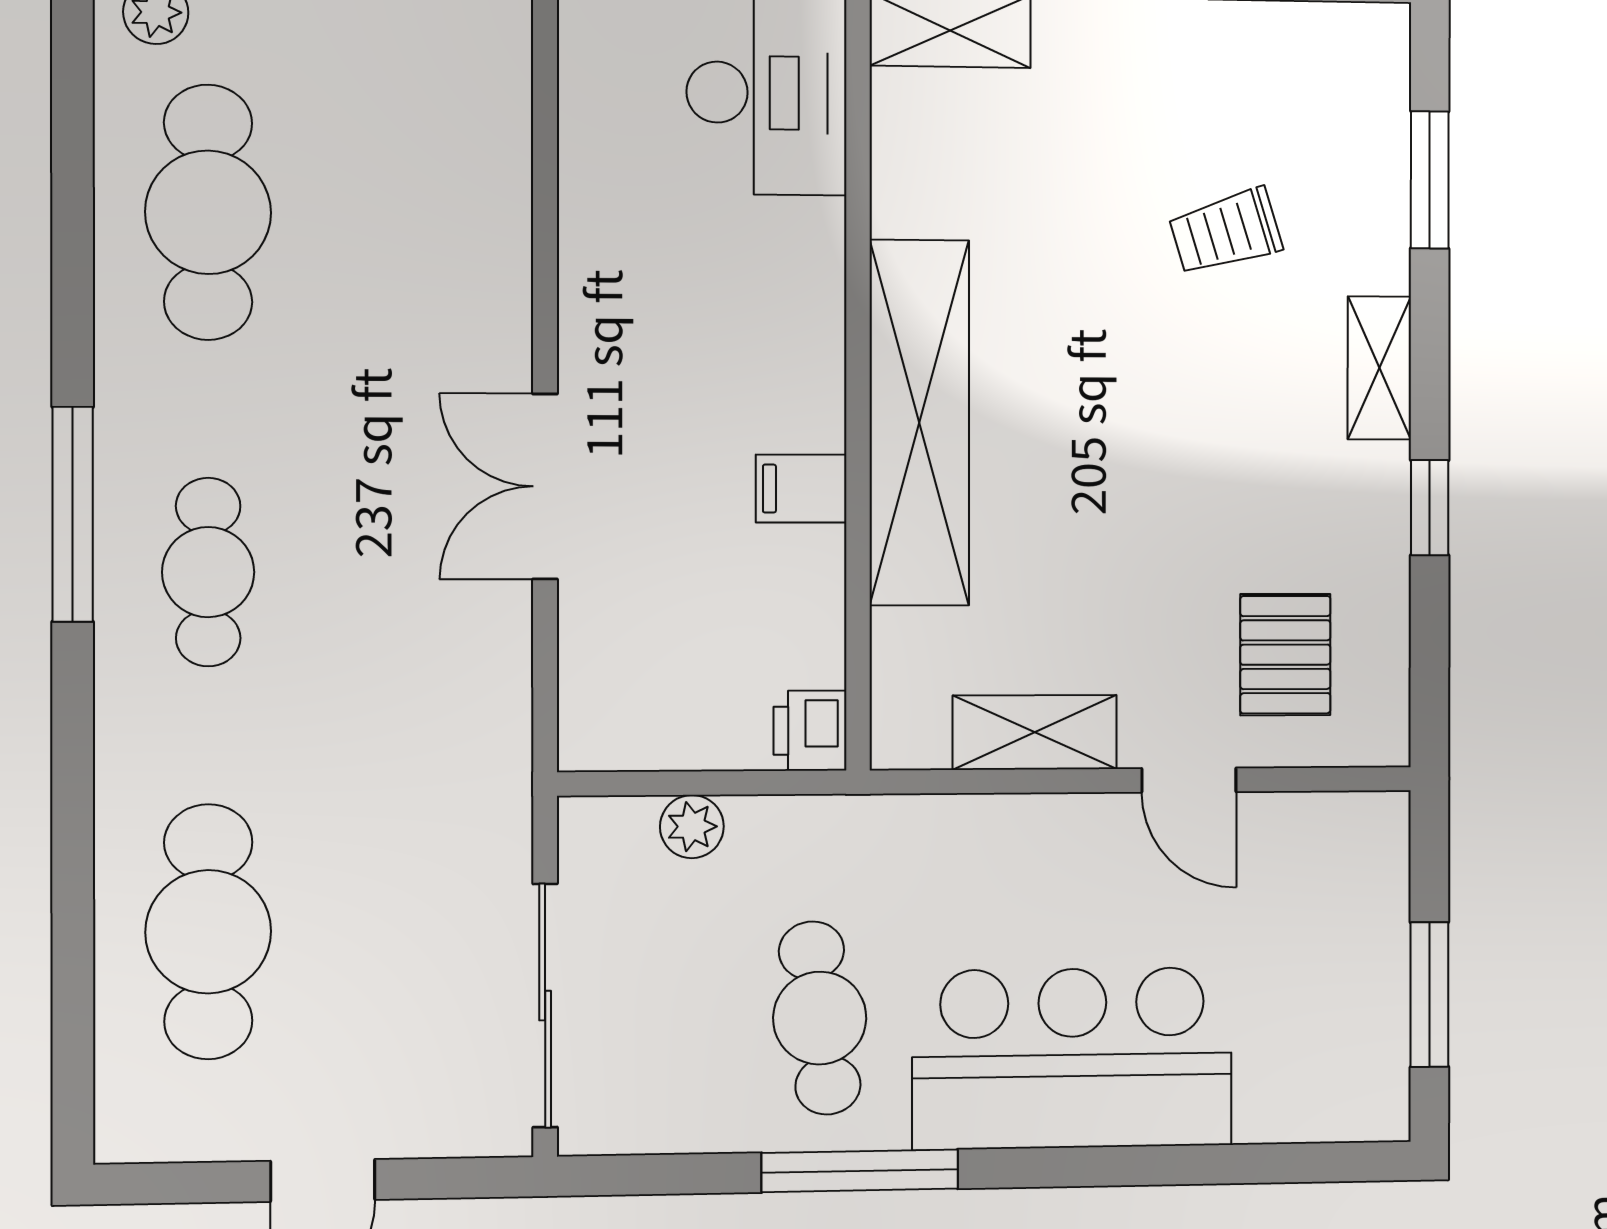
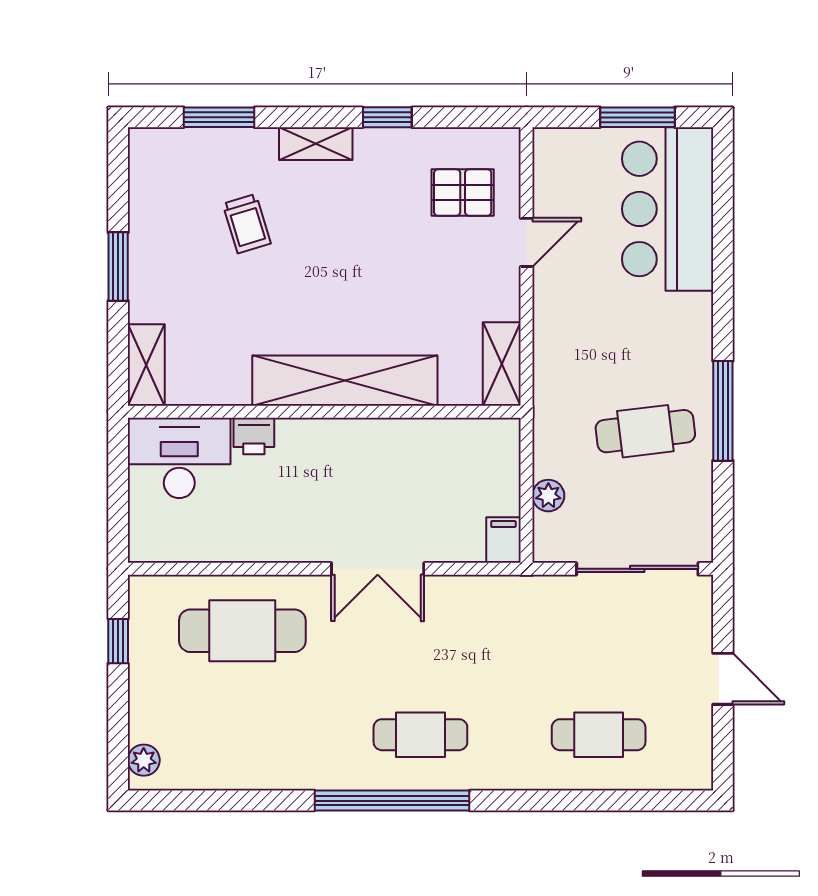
cafe table: (208, 212) -> (242, 631), moved
filing cabinet: (801, 489) -> (503, 540), moved, turned 180
window: (73, 514) -> (392, 801), width x1.46
printer: (810, 731) -> (254, 436), moved
shelving: (1035, 732) -> (502, 364), moved
cafe table: (208, 932) -> (599, 735), width x0.73, depth x0.74
bar counter: (1072, 1058) -> (668, 209), moved

